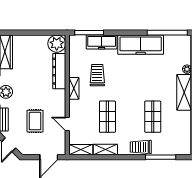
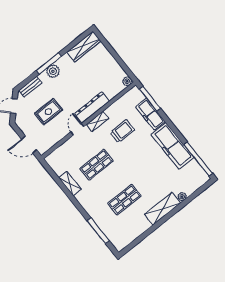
plant: (57, 44) -> (127, 81), width x0.53, depth x0.53
dresser: (59, 71) -> (92, 107), moved
door: (67, 124) -> (77, 129), moved
trolley: (141, 147) -> (94, 209), removed
shelving: (81, 150) -> (55, 164), removed

